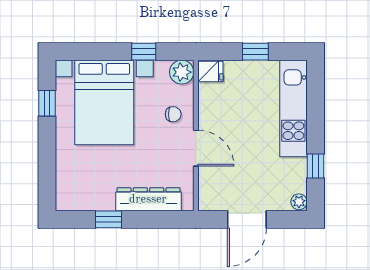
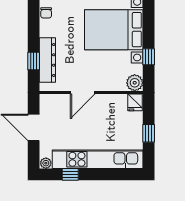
kitchen unit: (293, 108) -> (98, 159), width x1.36
chair: (173, 114) -> (46, 13), moved
window: (108, 219) -> (34, 61), moved

